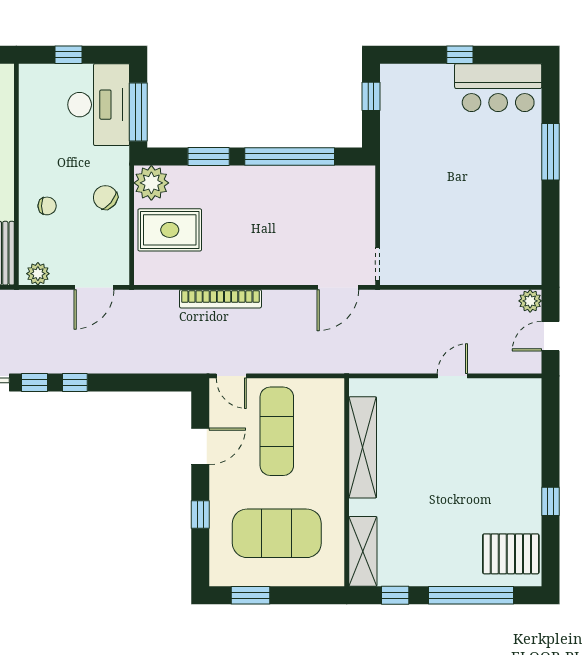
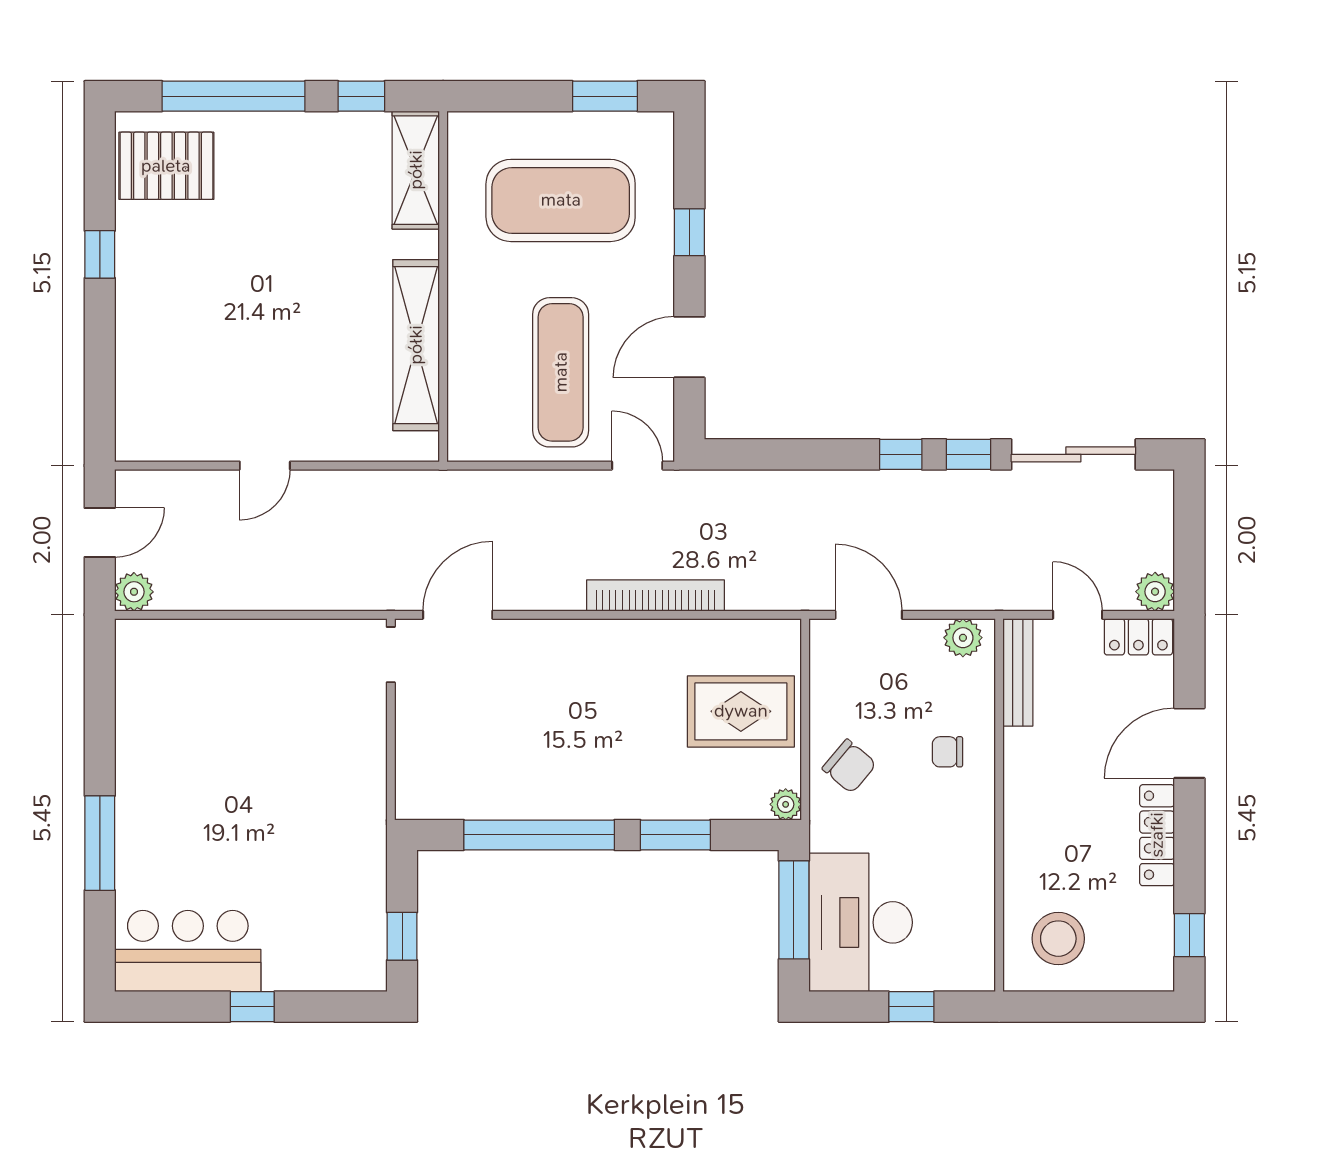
plant: (151, 183) -> (786, 804), width x0.53, depth x0.53
door: (94, 287) -> (869, 615), hinge flipped

